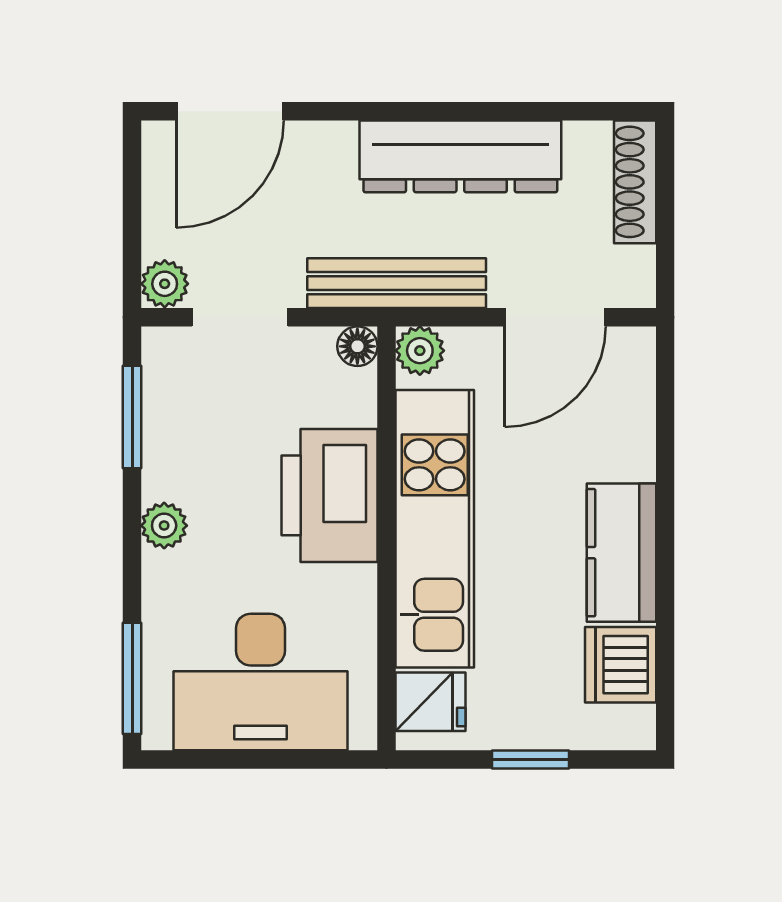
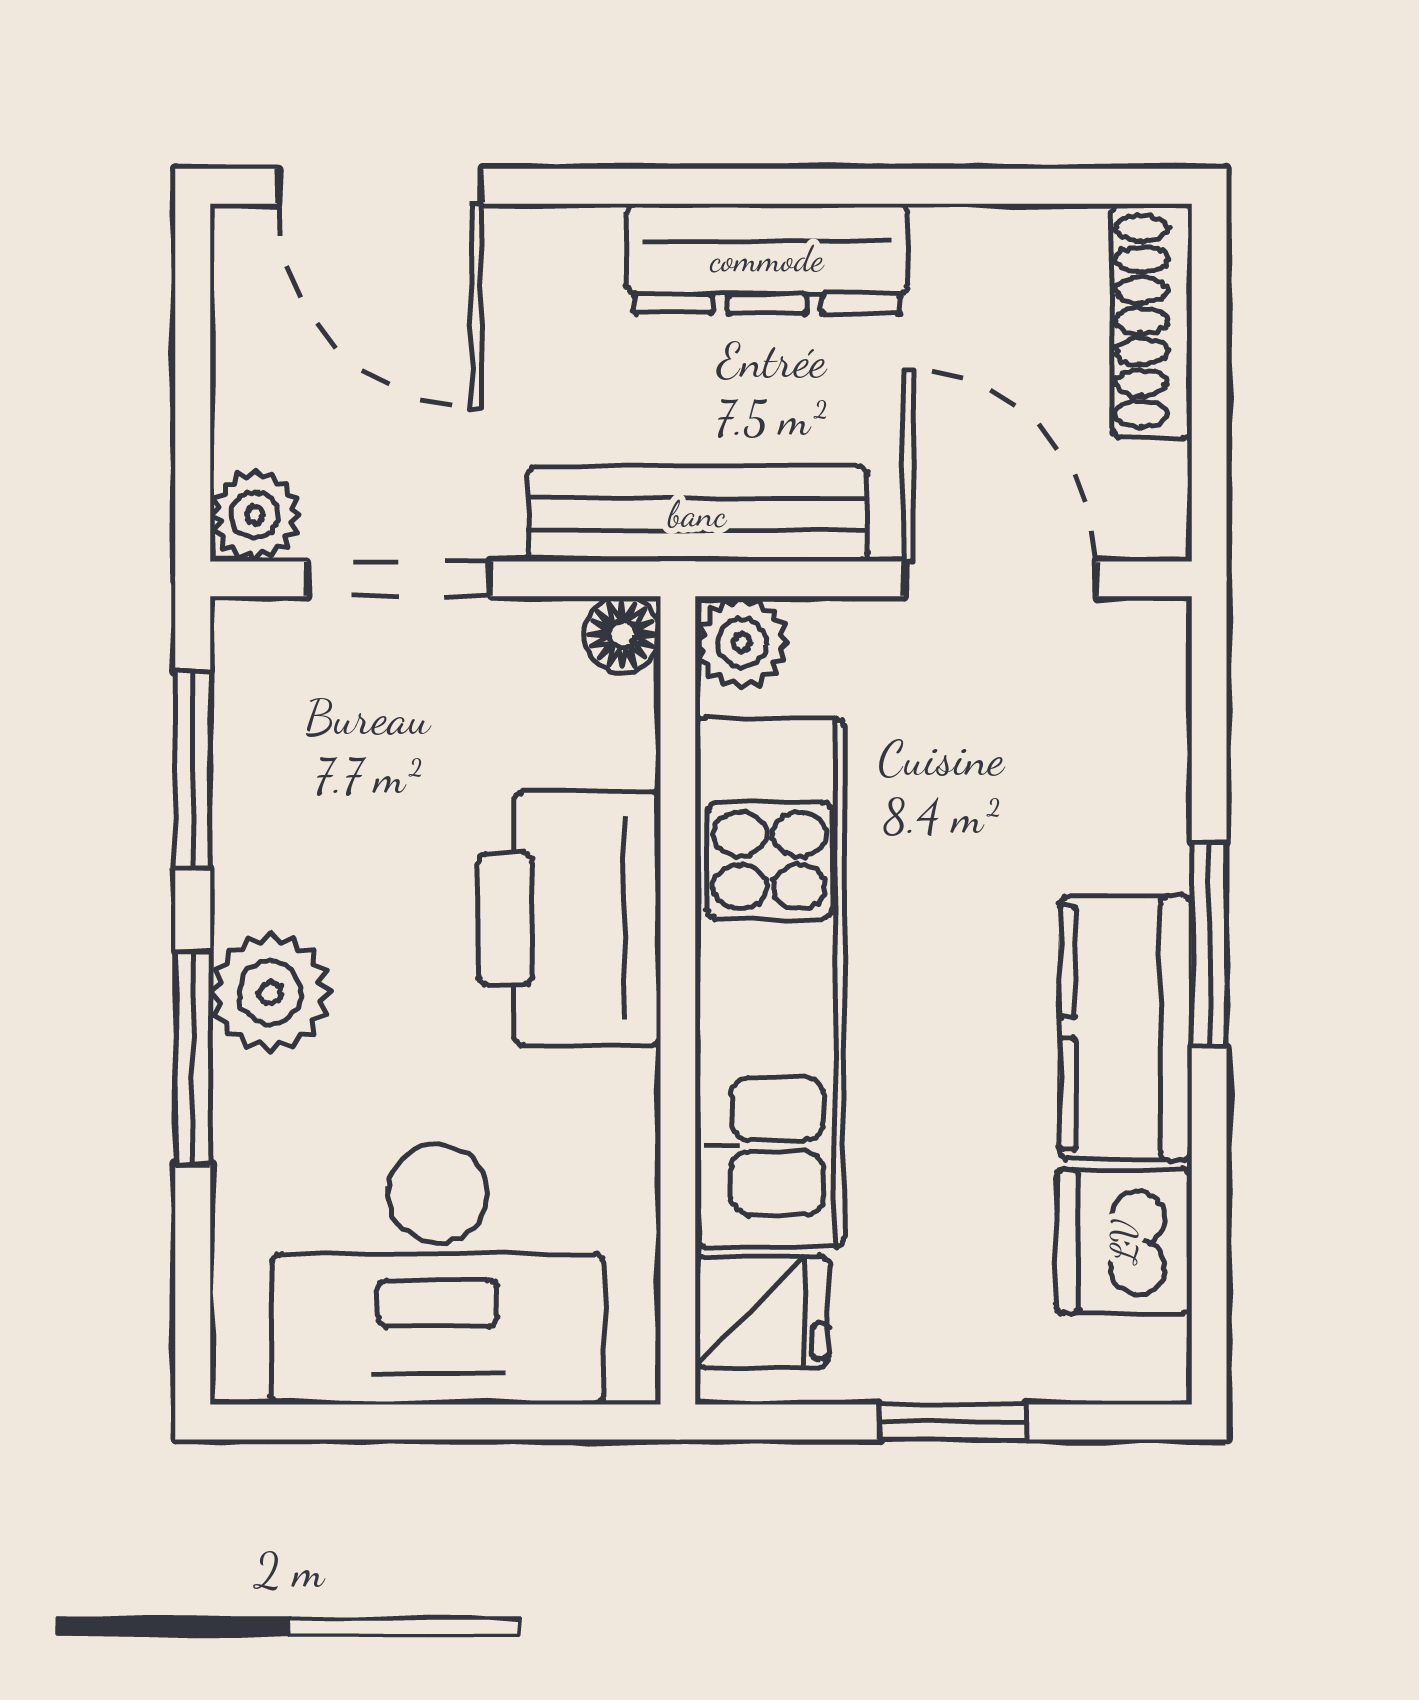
door: (230, 111) -> (379, 186), hinge flipped
dresser: (460, 156) -> (767, 259), width x0.73, depth x0.80
door: (555, 317) -> (1000, 579), swing flipped
window: (665, 509) -> (1209, 944), added
plant: (164, 526) -> (270, 992), width x1.38, depth x1.38
window: (132, 678) -> (193, 1058), moved

